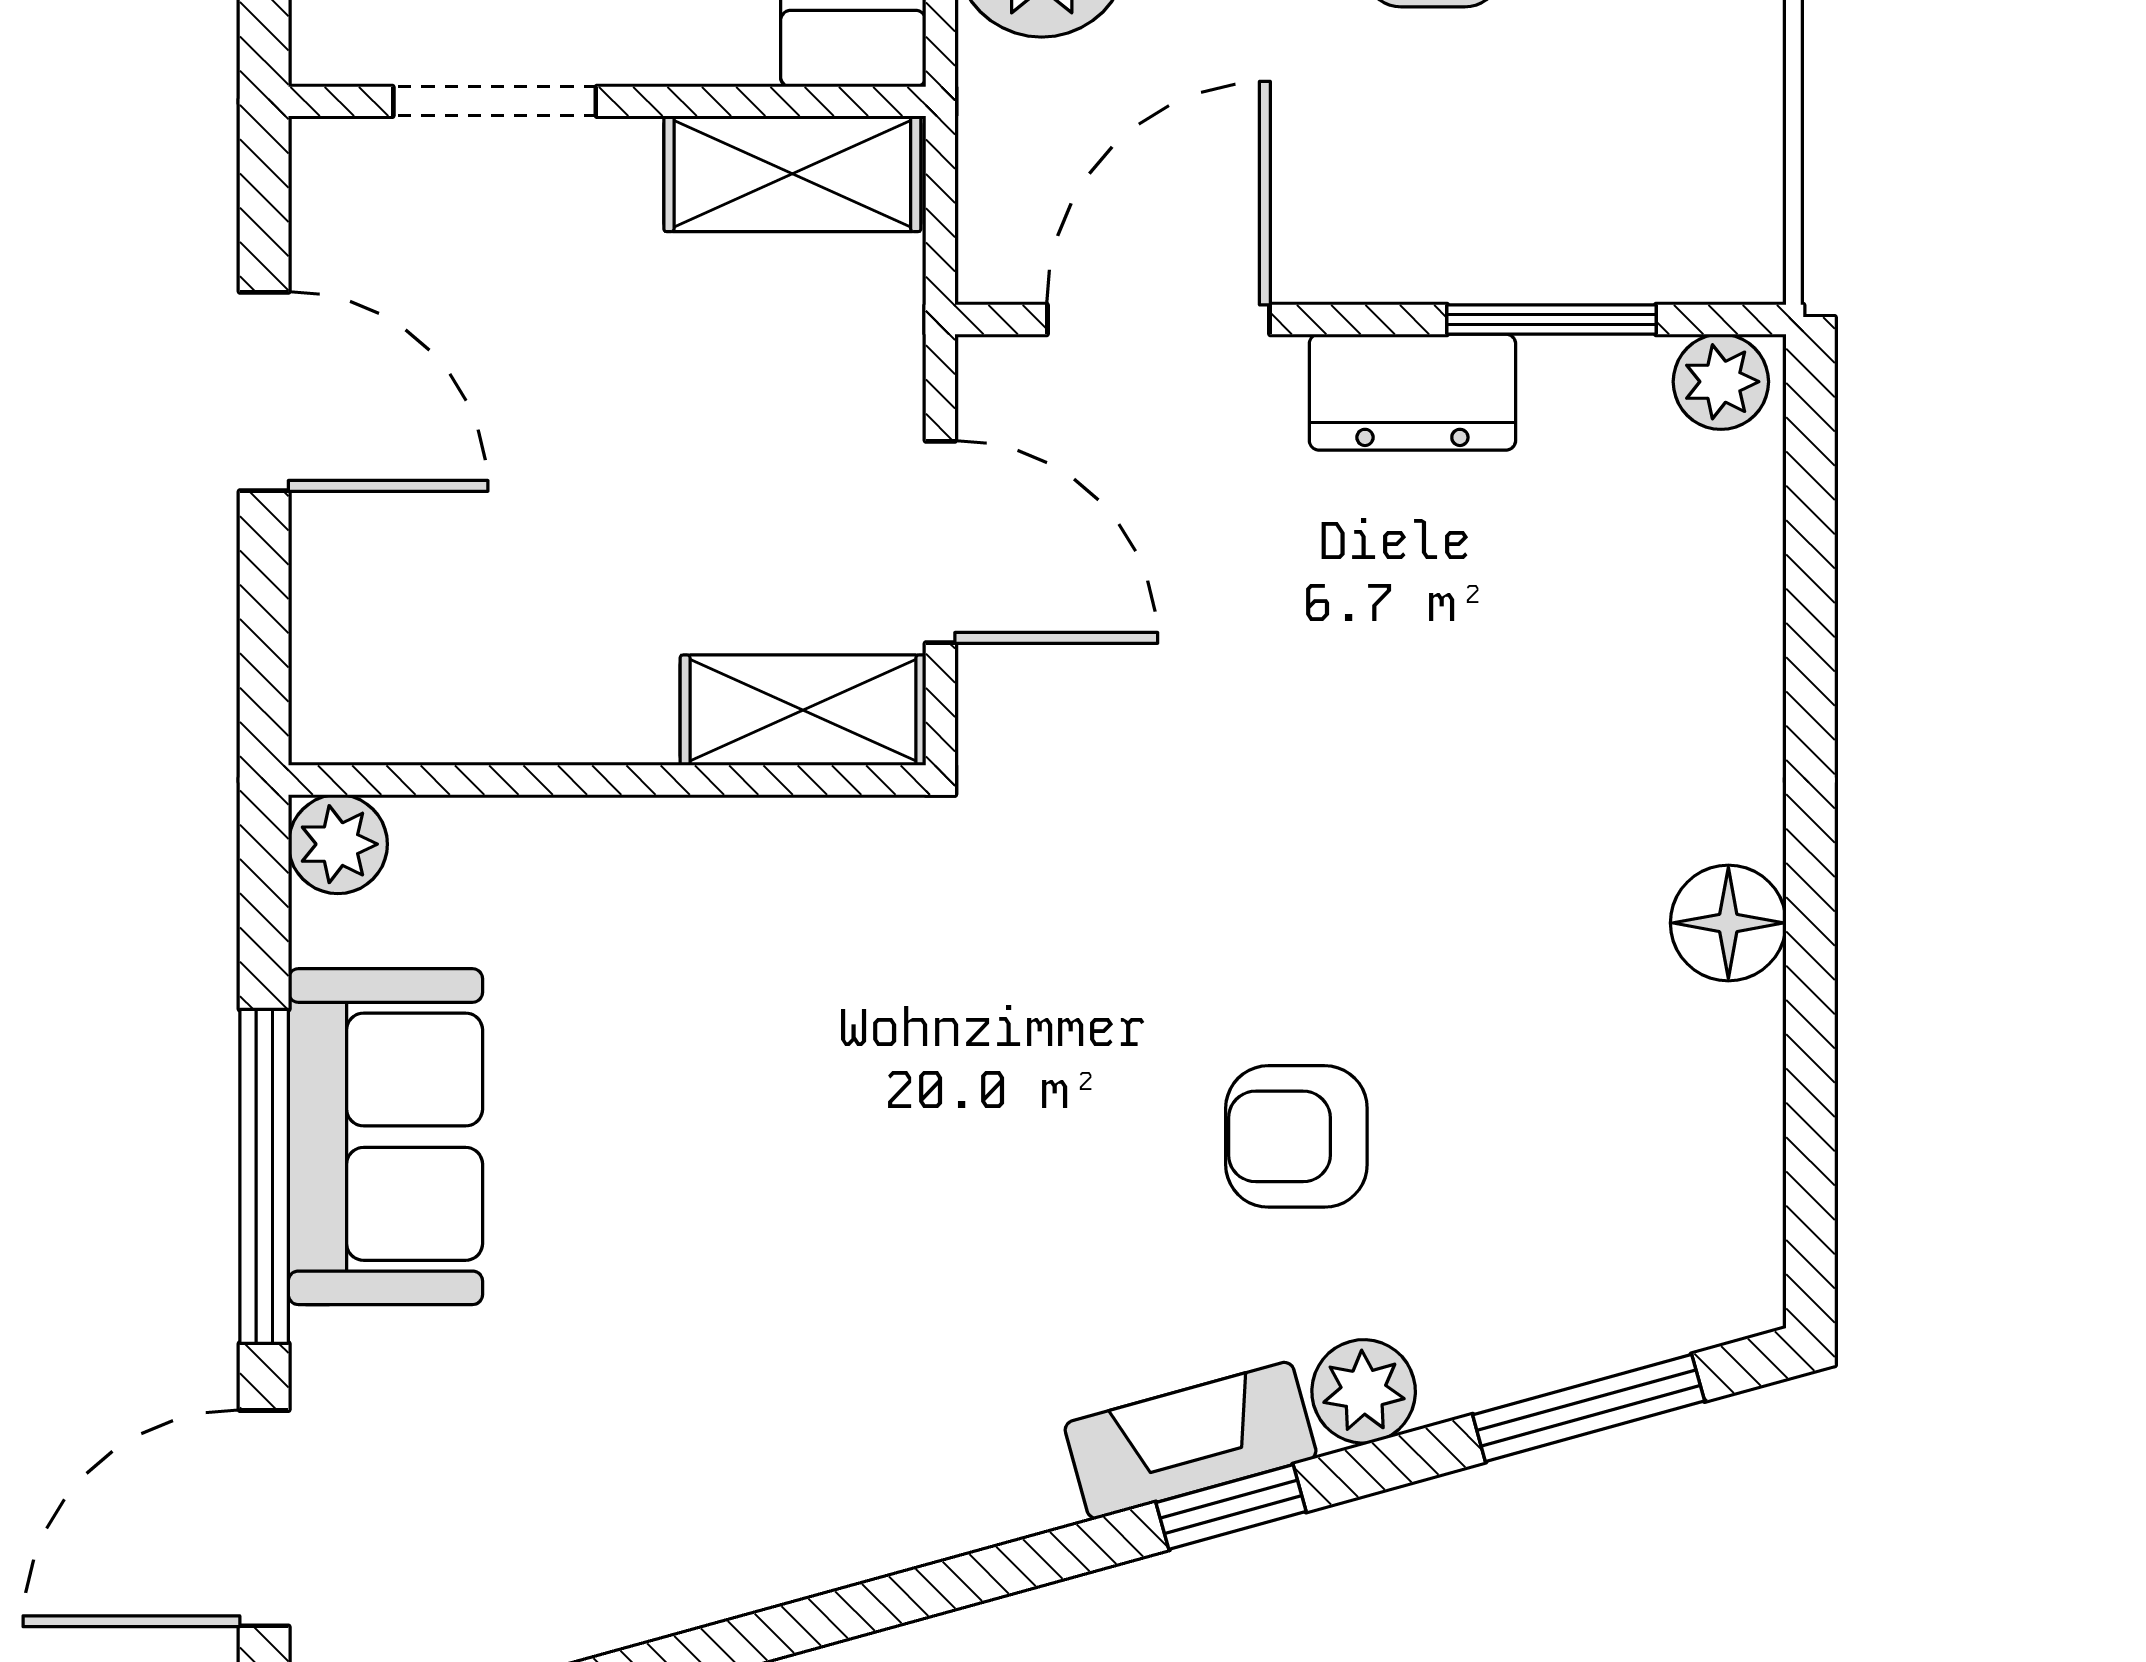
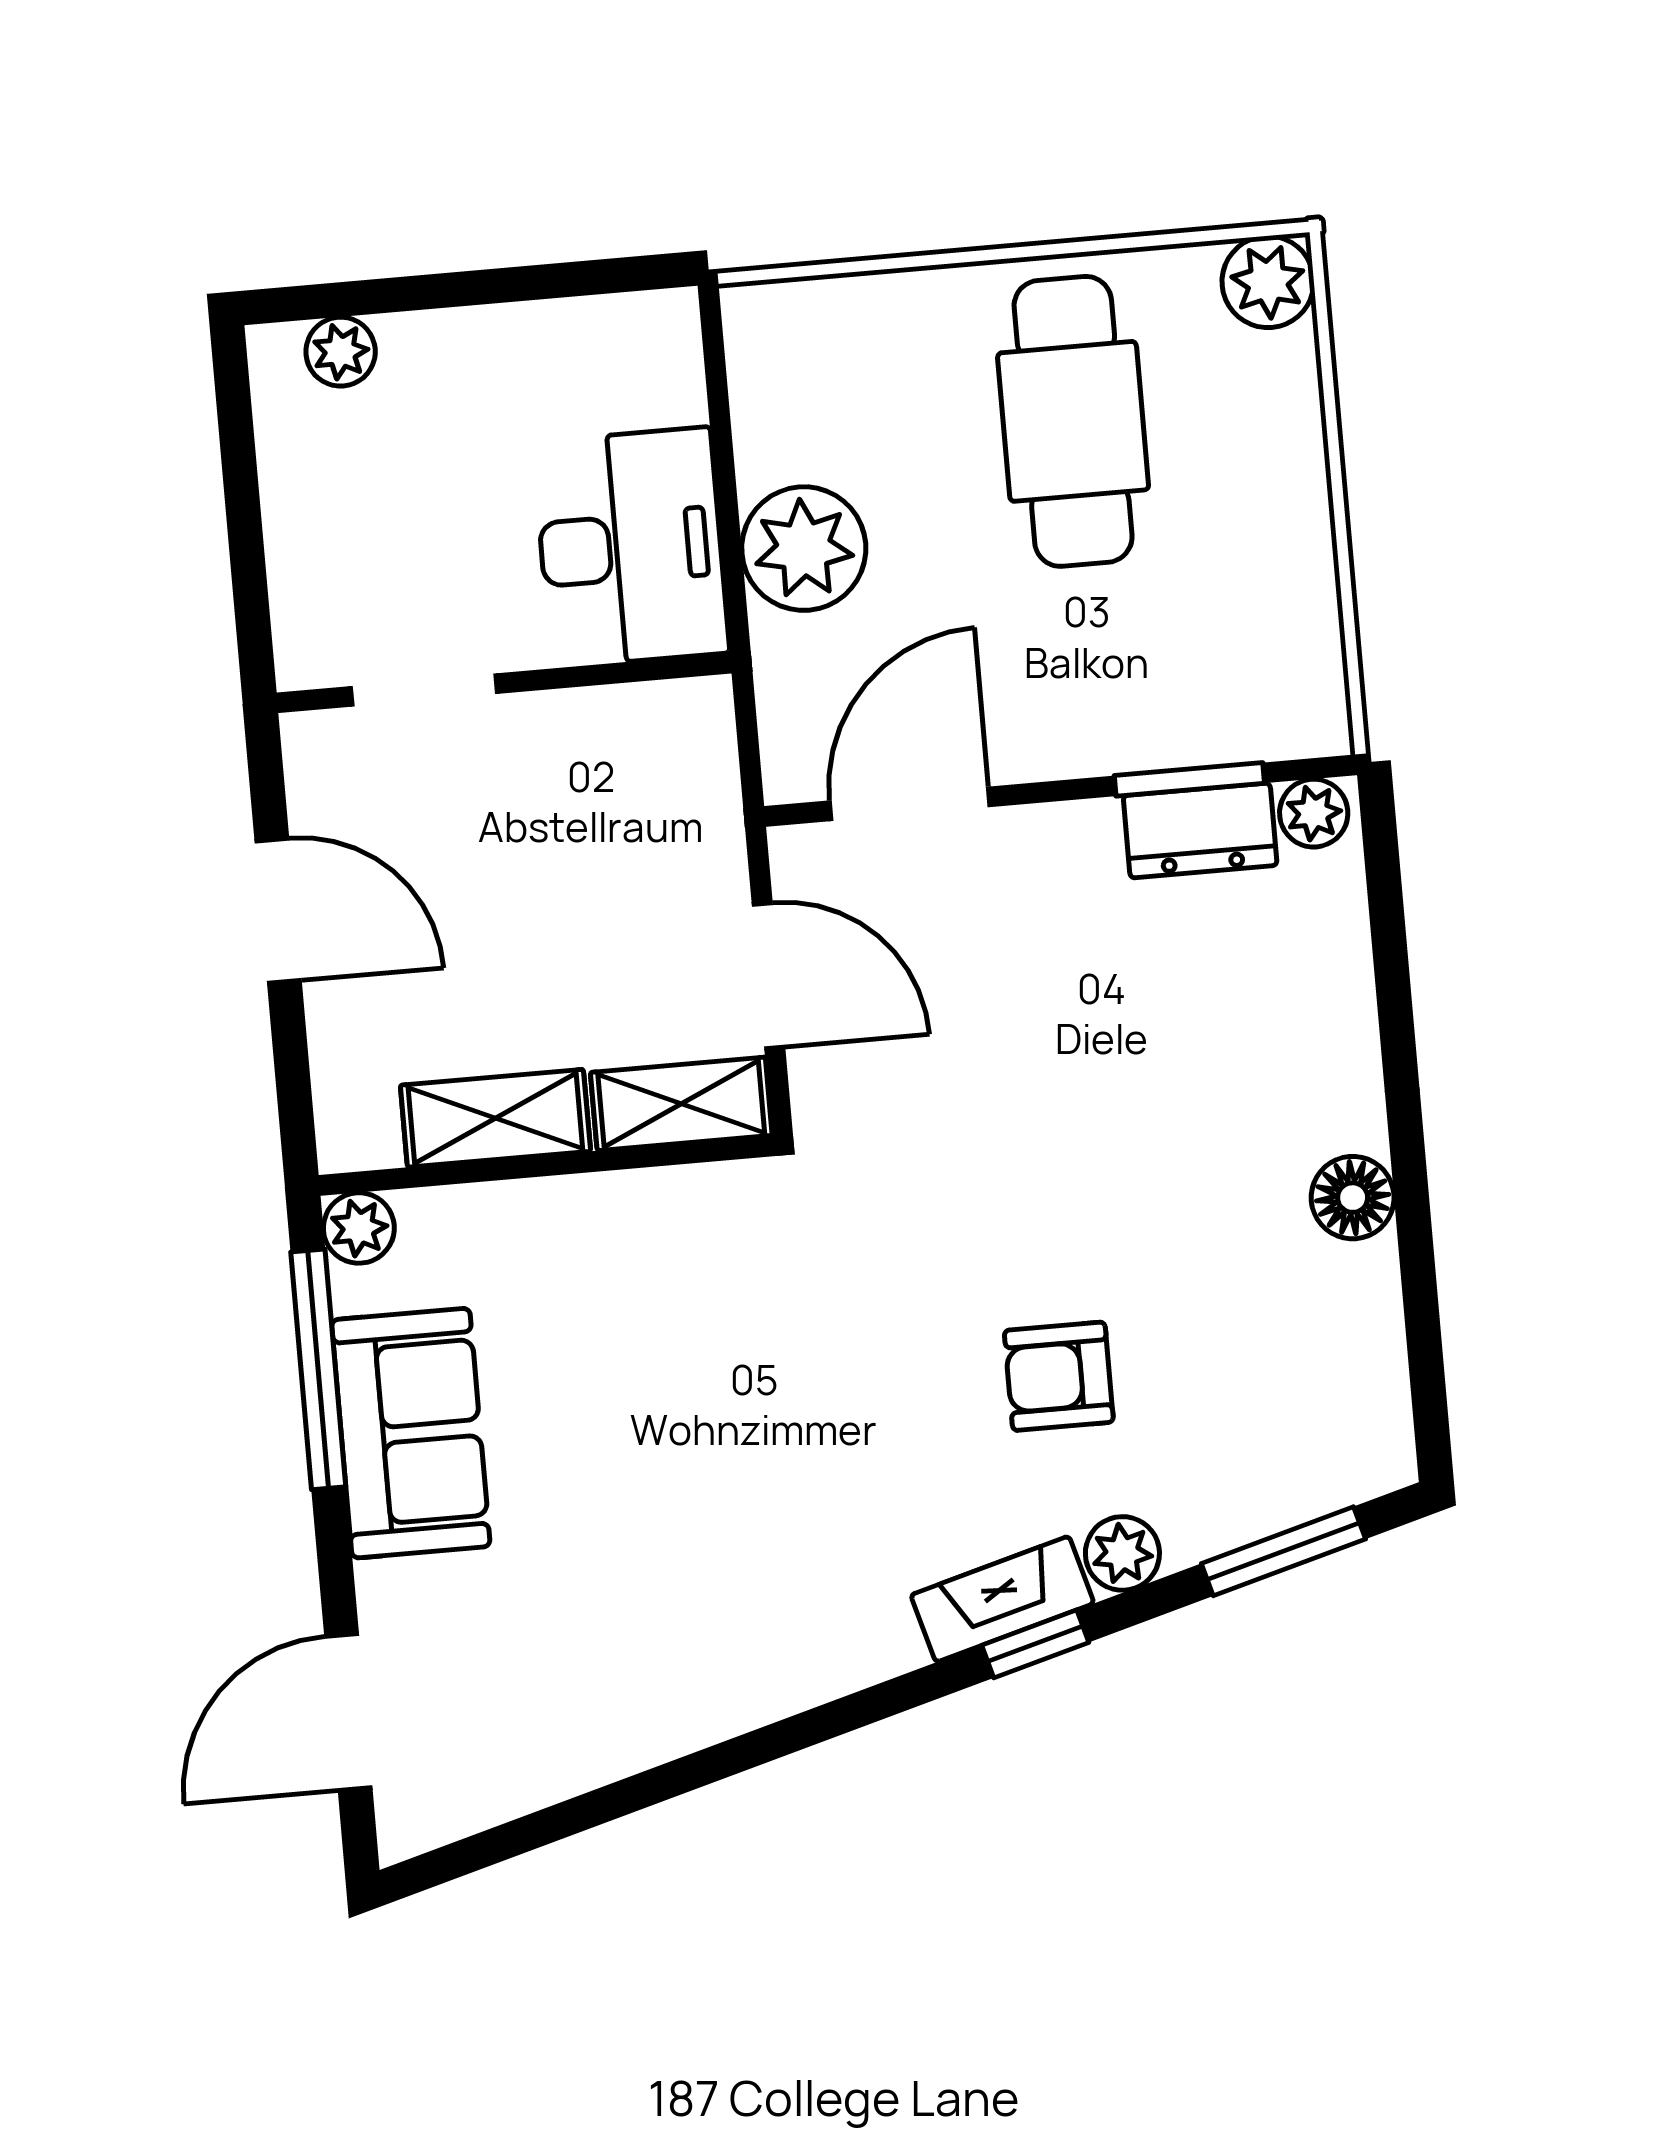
shelving: (792, 174) -> (495, 1118), moved
dresser: (1412, 392) -> (1200, 830), moved
window: (264, 1176) -> (318, 1369), moved

